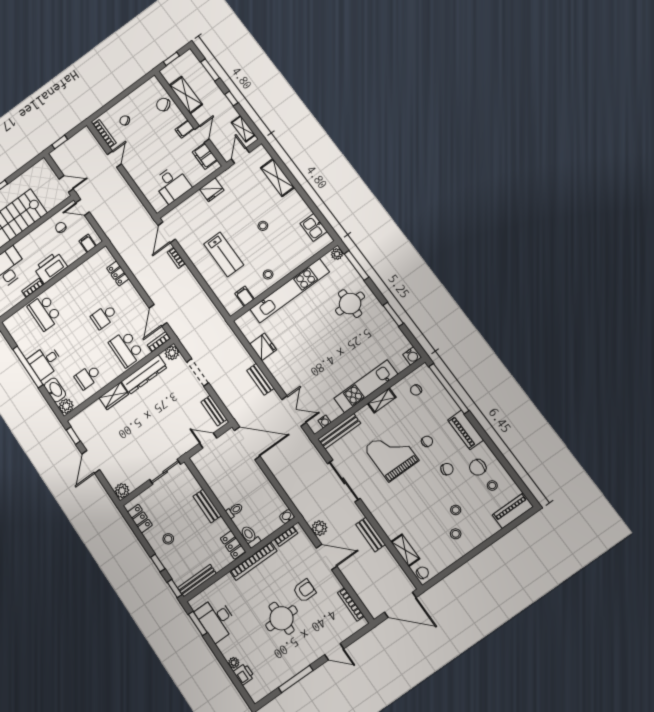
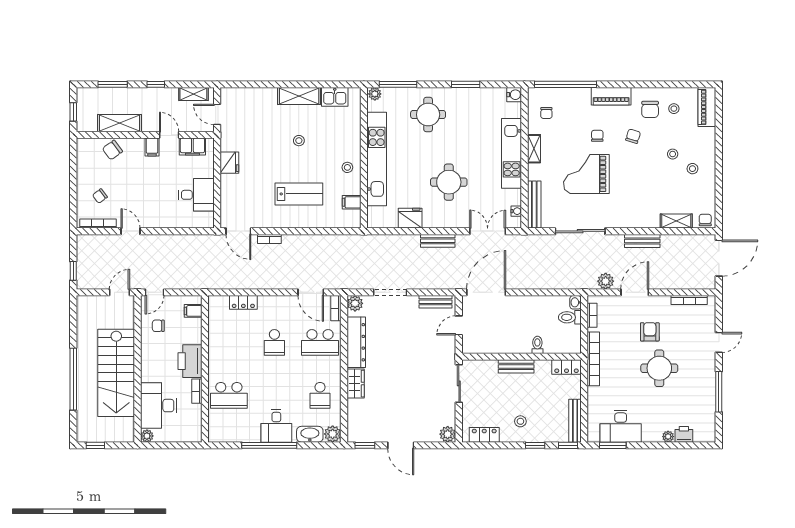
shelving: (278, 178) -> (299, 96), moved
round table: (310, 356) -> (449, 182), added
toilet: (250, 536) -> (570, 317), moved

